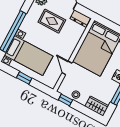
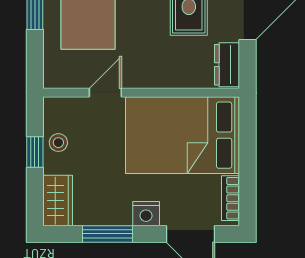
window: (65, 100) -> (35, 152), moved

